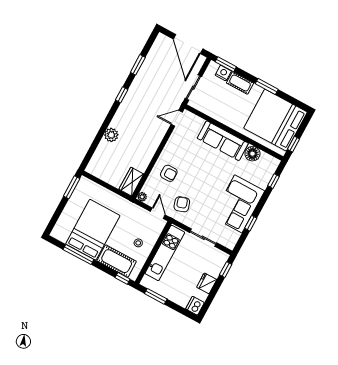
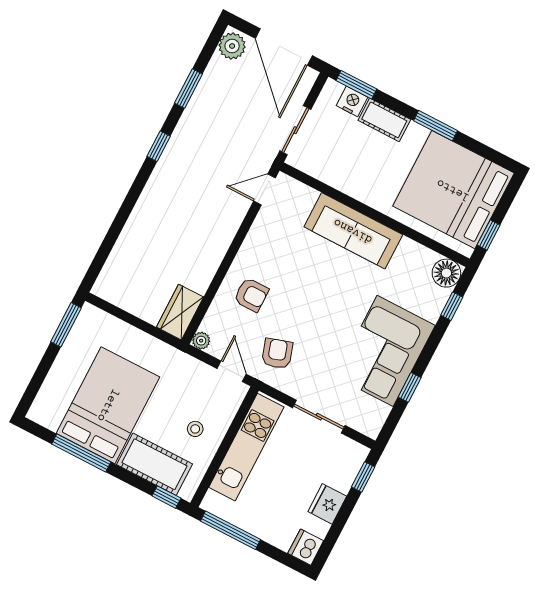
plant: (111, 135) -> (232, 46), moved
floor lamp: (252, 154) -> (446, 273), moved
window: (156, 296) -> (230, 530), width x1.44

